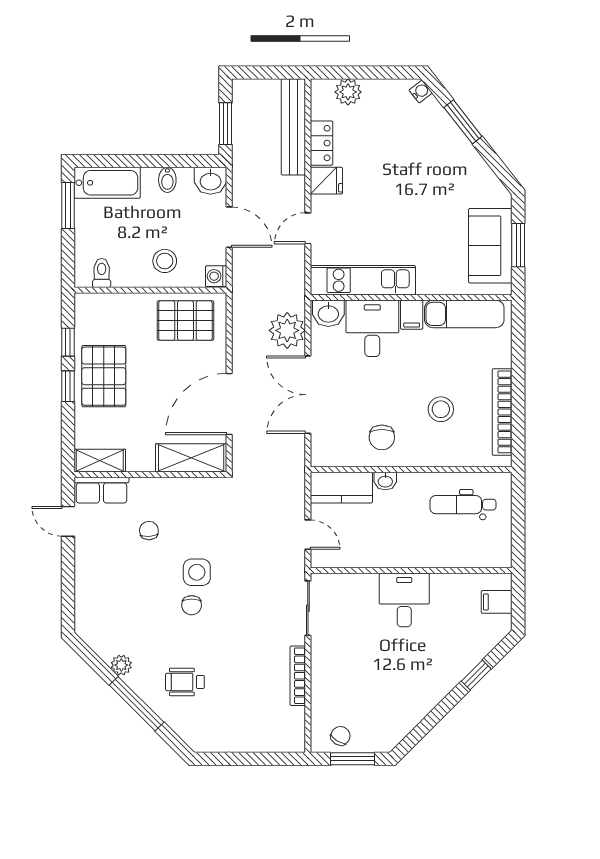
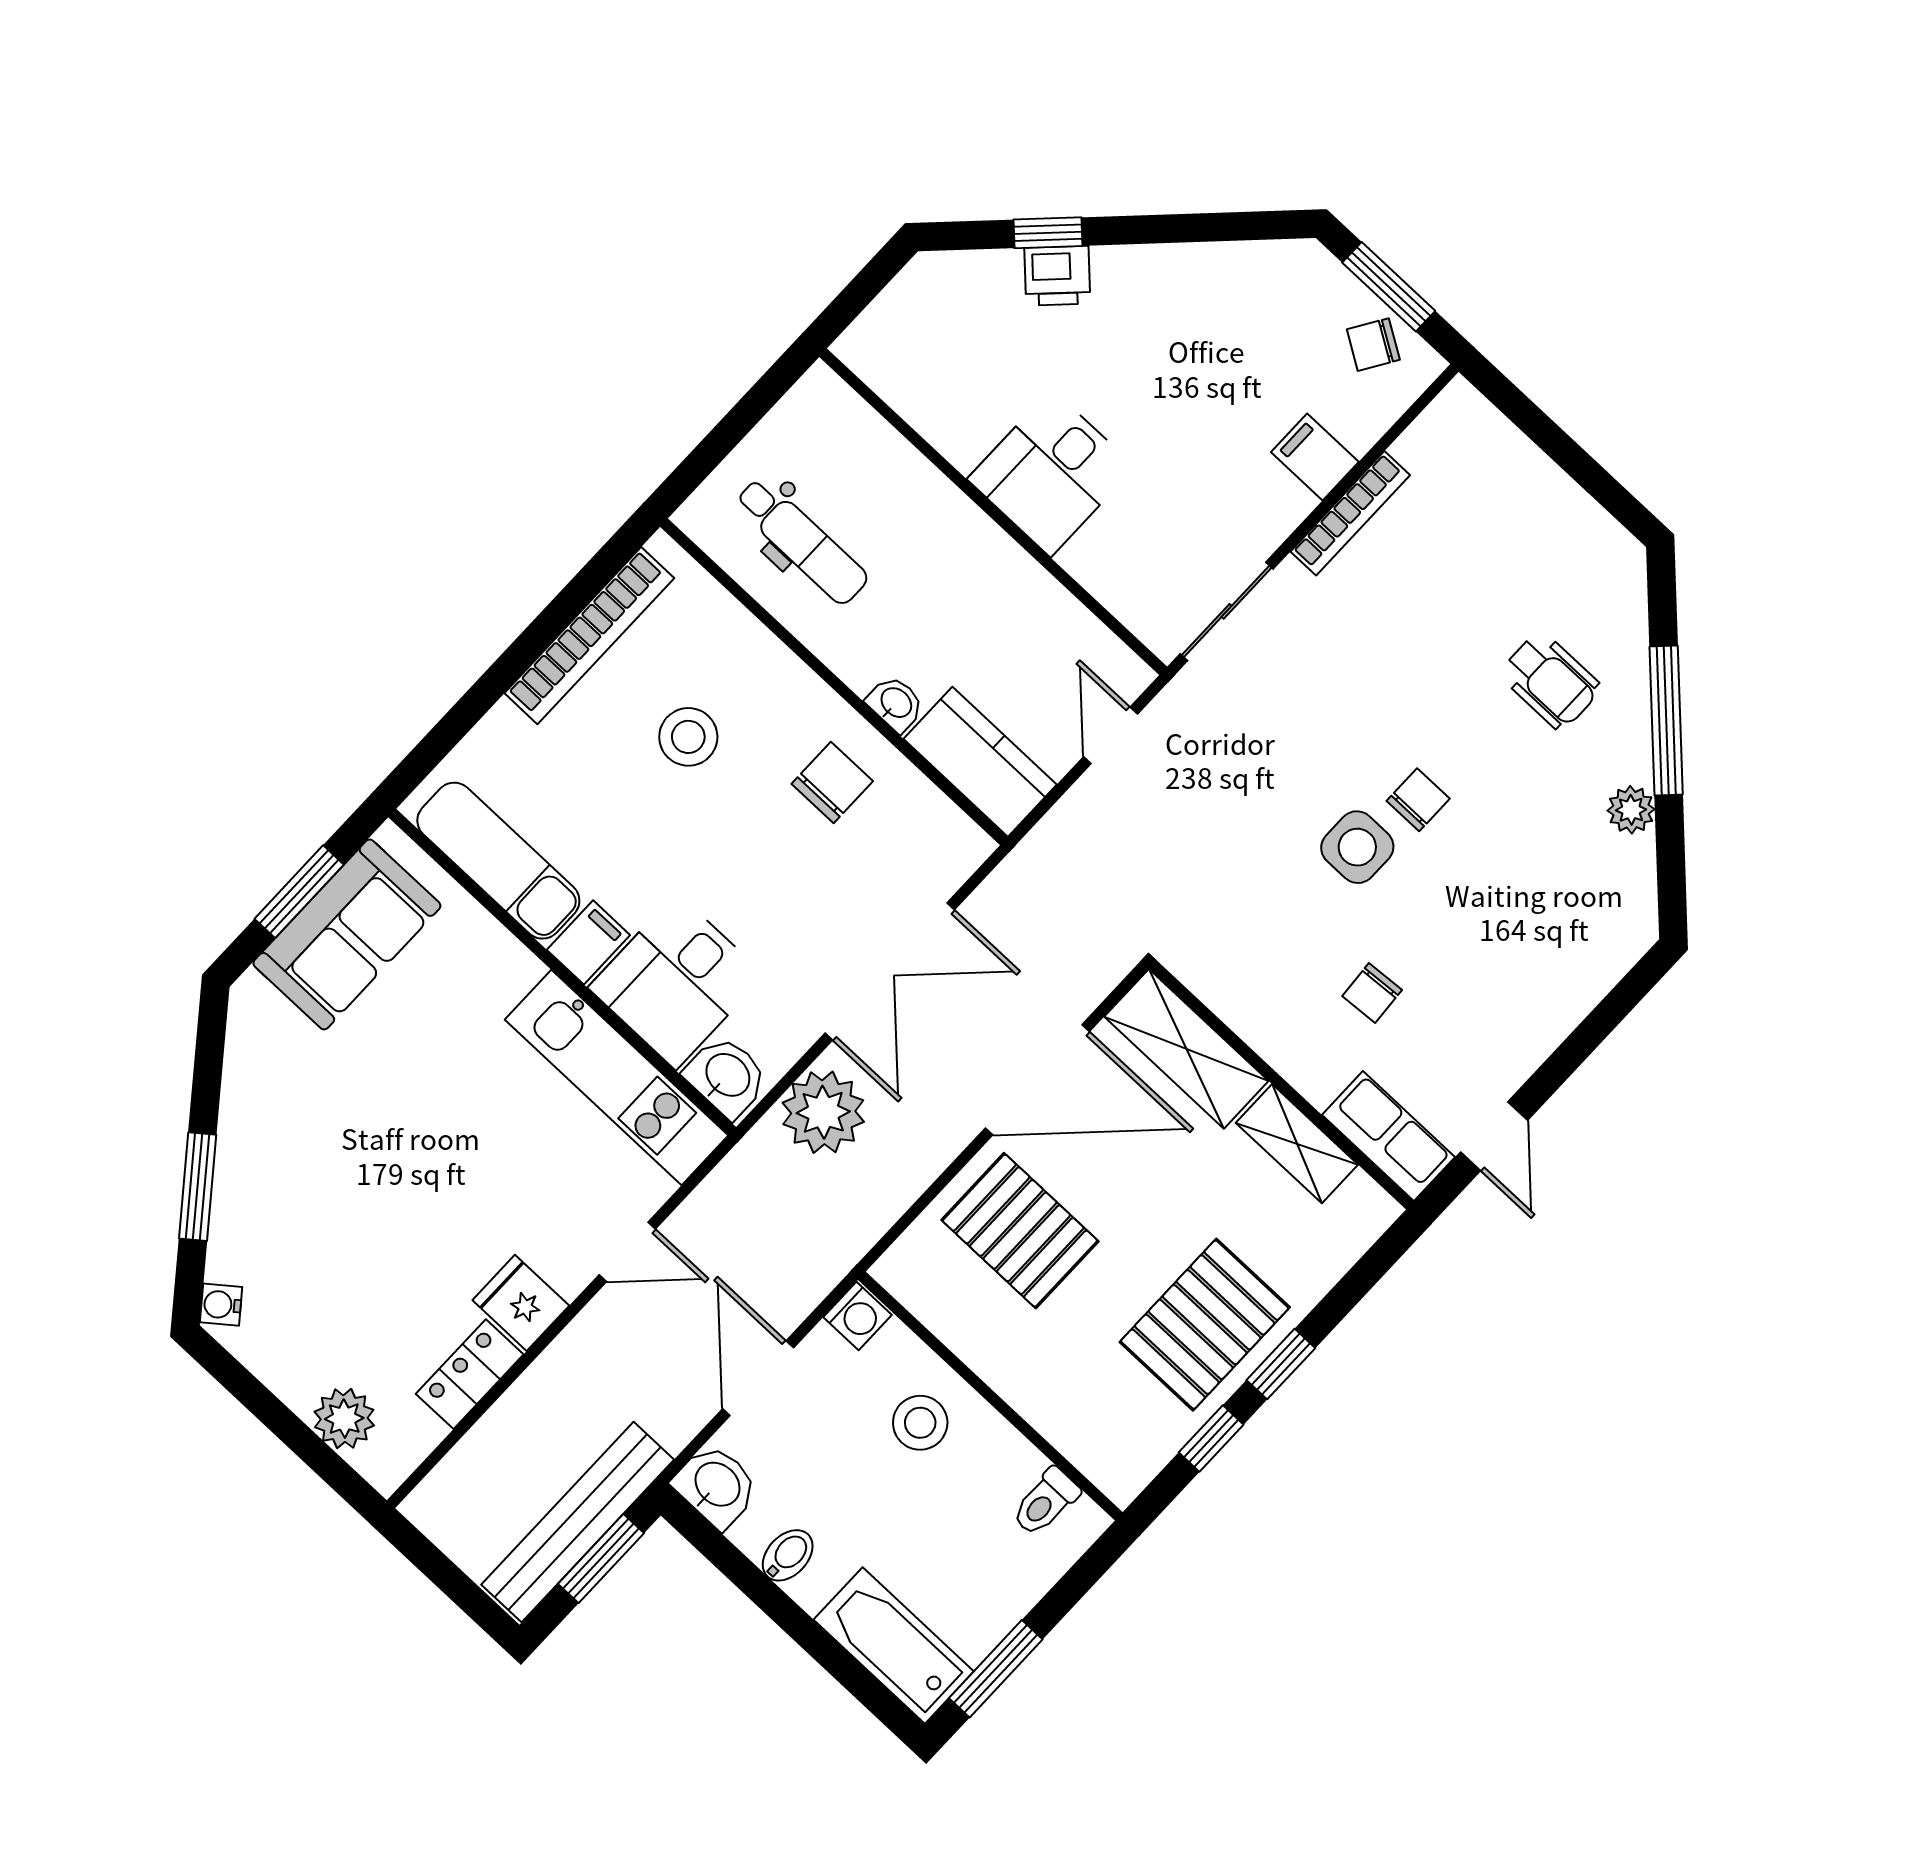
bench: (293, 127) -> (578, 1522), moved
pallet: (185, 321) -> (1020, 1231), moved
shelving: (100, 461) -> (1297, 1144), moved
filing cabinet: (497, 602) -> (1315, 457), moved, turned 180
printer: (461, 664) -> (1057, 276), added

